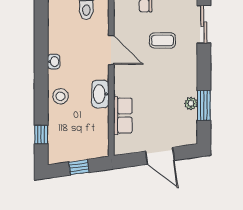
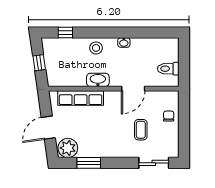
plant: (191, 103) -> (68, 148), moved, width x1.88, depth x1.88
row of seats: (123, 116) -> (81, 98), width x1.48

